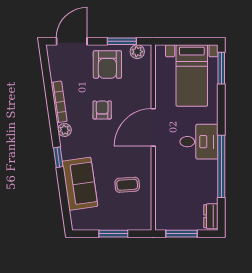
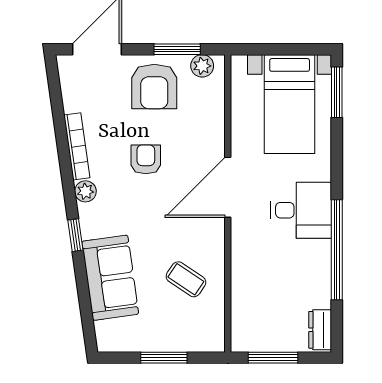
coffee table: (127, 185) -> (186, 279), turned 38

